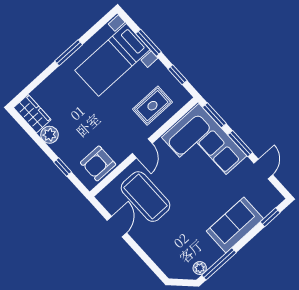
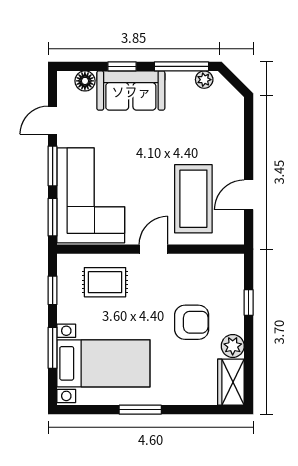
armchair: (98, 163) -> (192, 322), moved
floor lamp: (265, 207) -> (85, 81), added
window: (270, 217) -> (122, 66), moved

